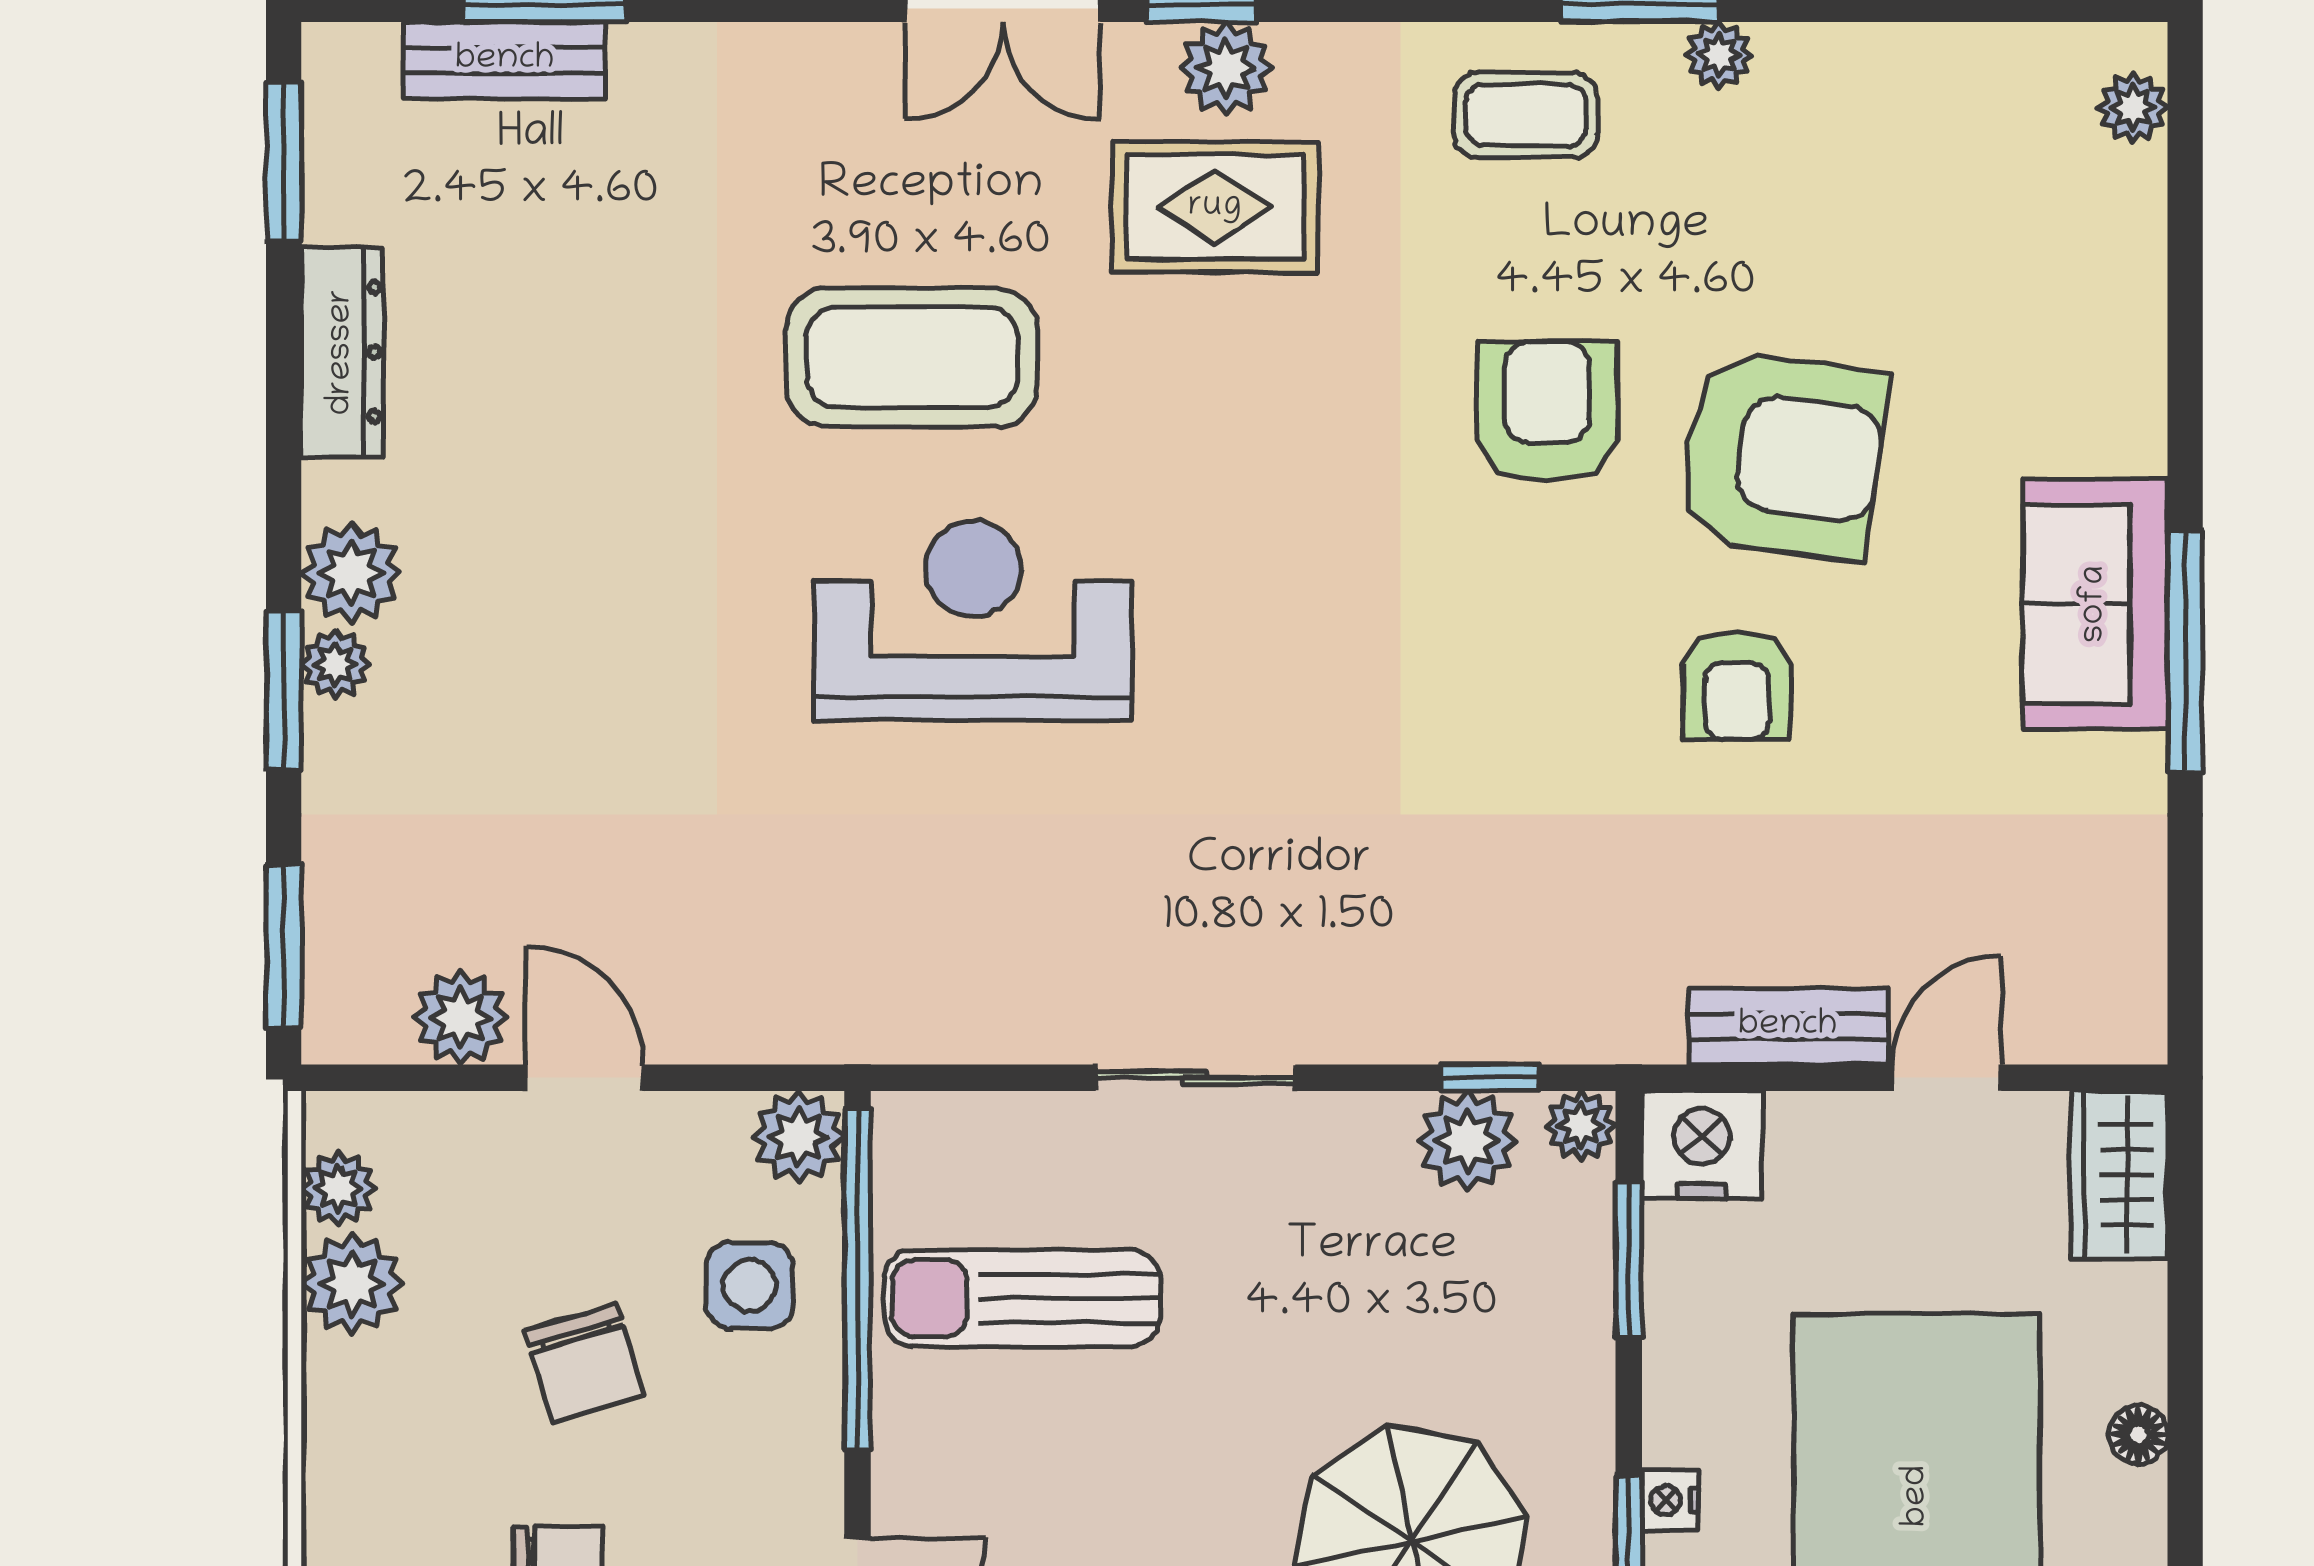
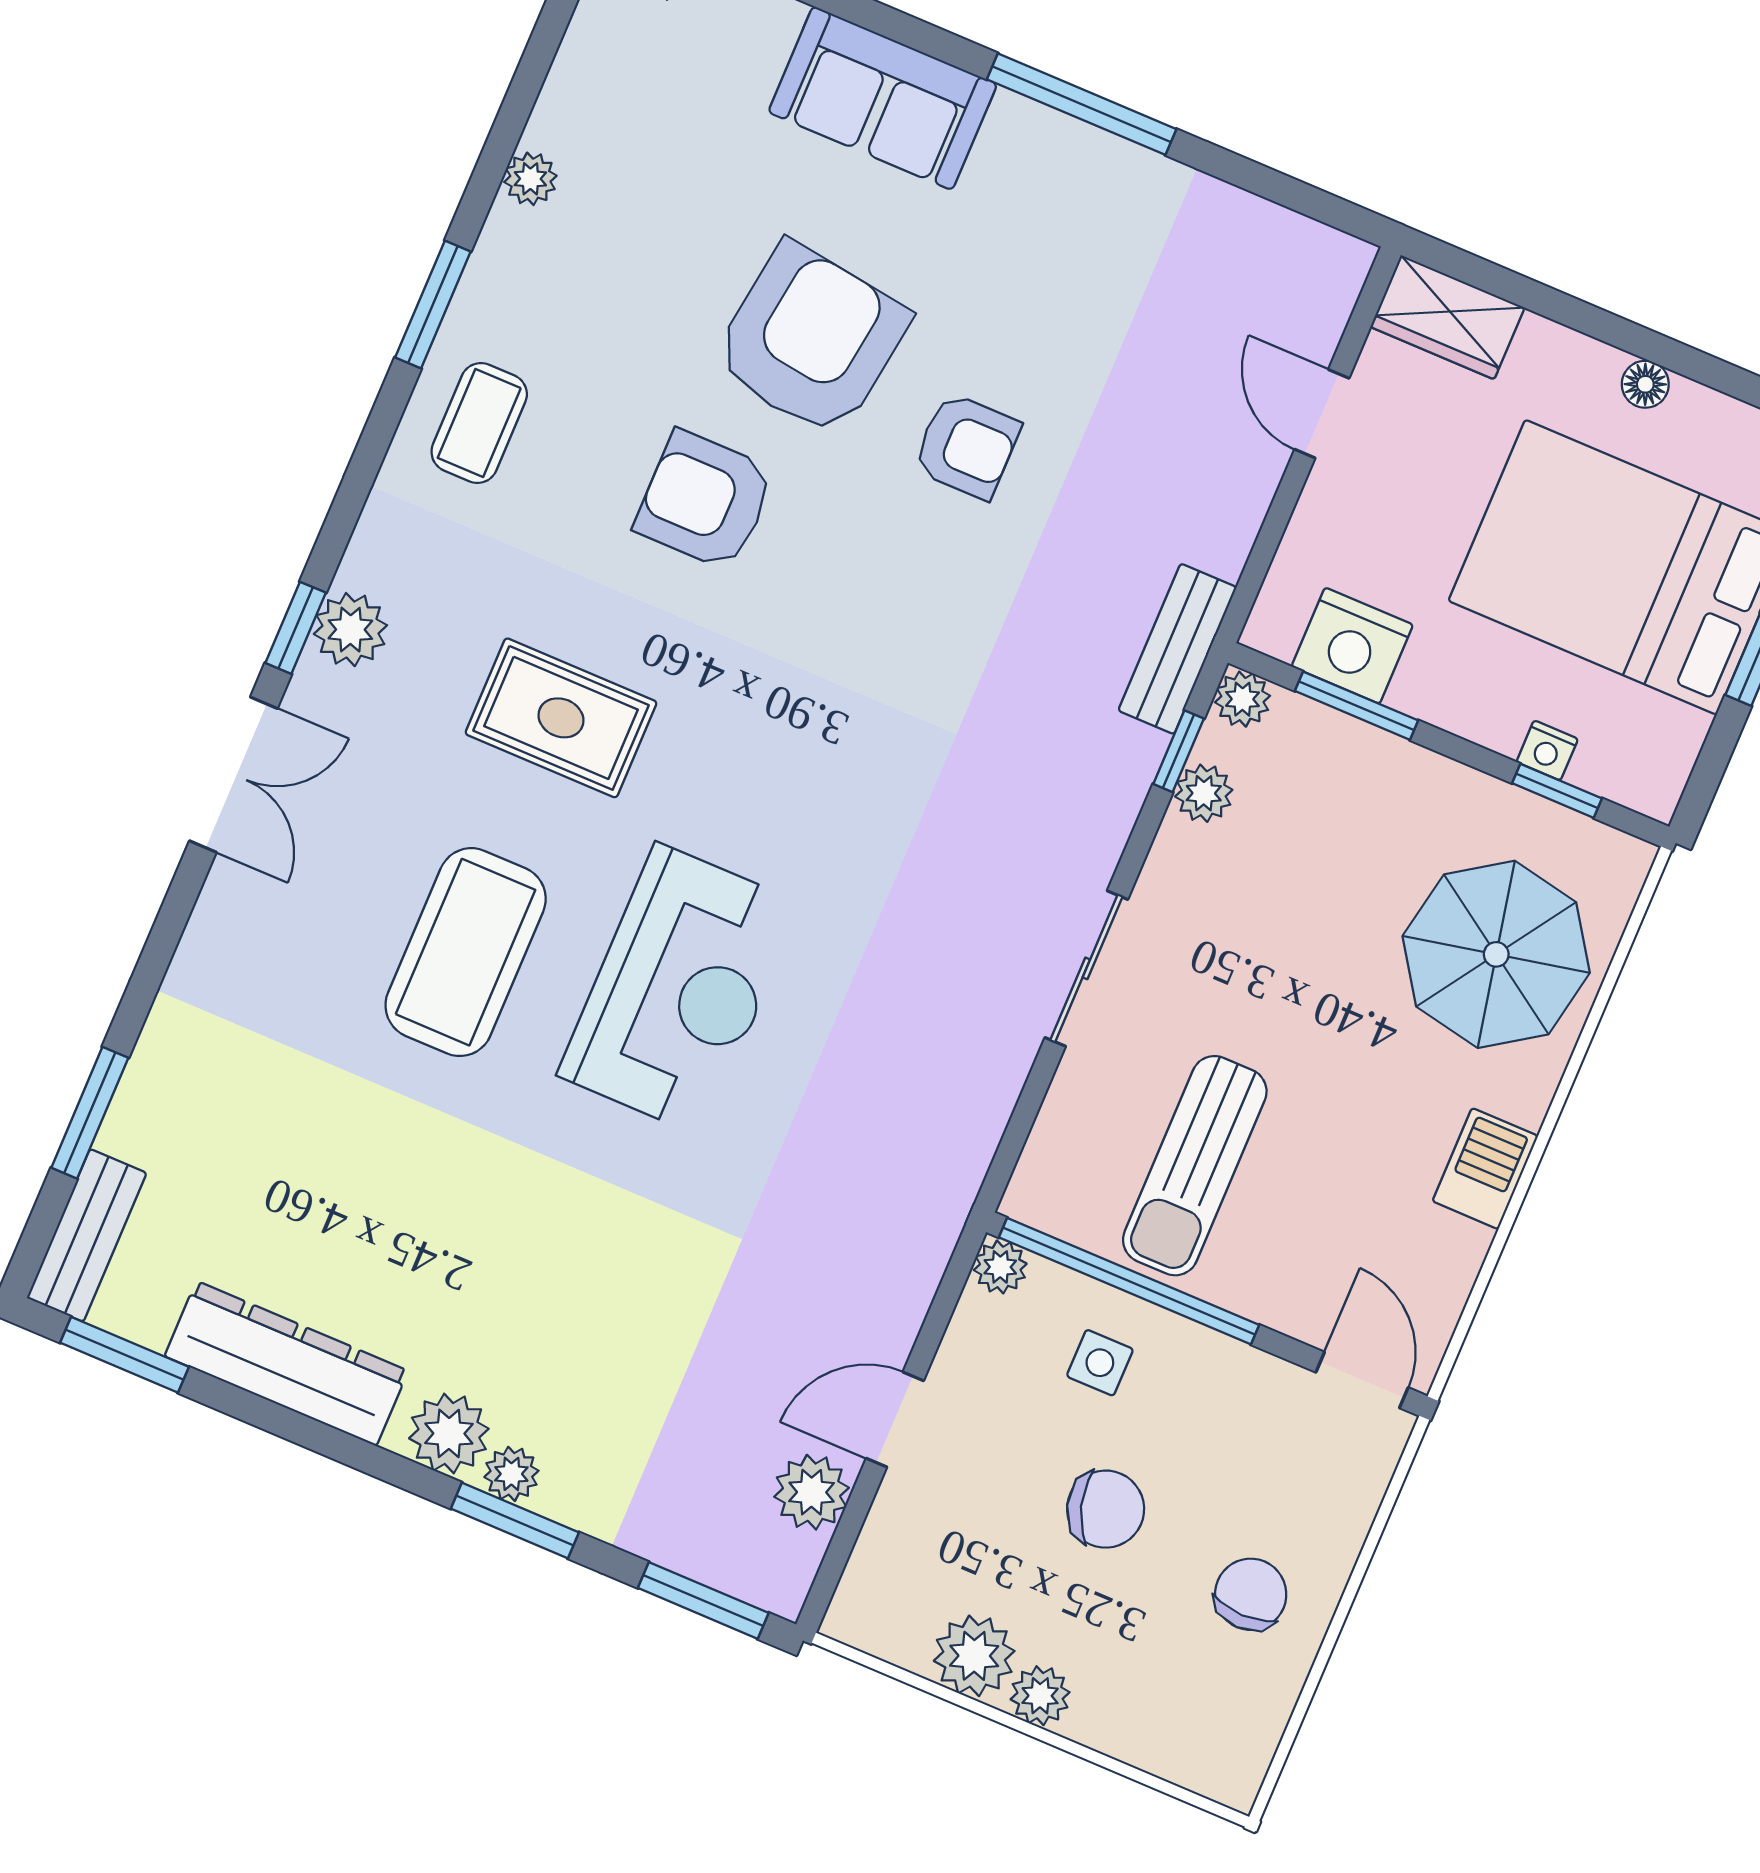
plant: (1719, 55) -> (530, 179), moved
bench: (505, 60) -> (87, 1235), moved
rug: (1215, 207) -> (561, 718), moved, turned 90
dresser: (342, 352) -> (286, 1363), width x1.37, depth x1.24
sofa: (2095, 604) -> (883, 98), moved
reception desk: (973, 621) -> (679, 989), turned 180
bench: (1788, 1026) -> (1177, 649), moved
plant: (798, 1137) -> (1000, 1267), width x0.73, depth x0.73
plant: (1467, 1141) -> (1204, 793), width x0.73, depth x0.73
nightstand: (1702, 1145) -> (1352, 646), moved, turned -90
plant: (338, 1189) -> (1040, 1696), moved
side table: (750, 1285) -> (1100, 1363), width x0.73, depth x0.73

